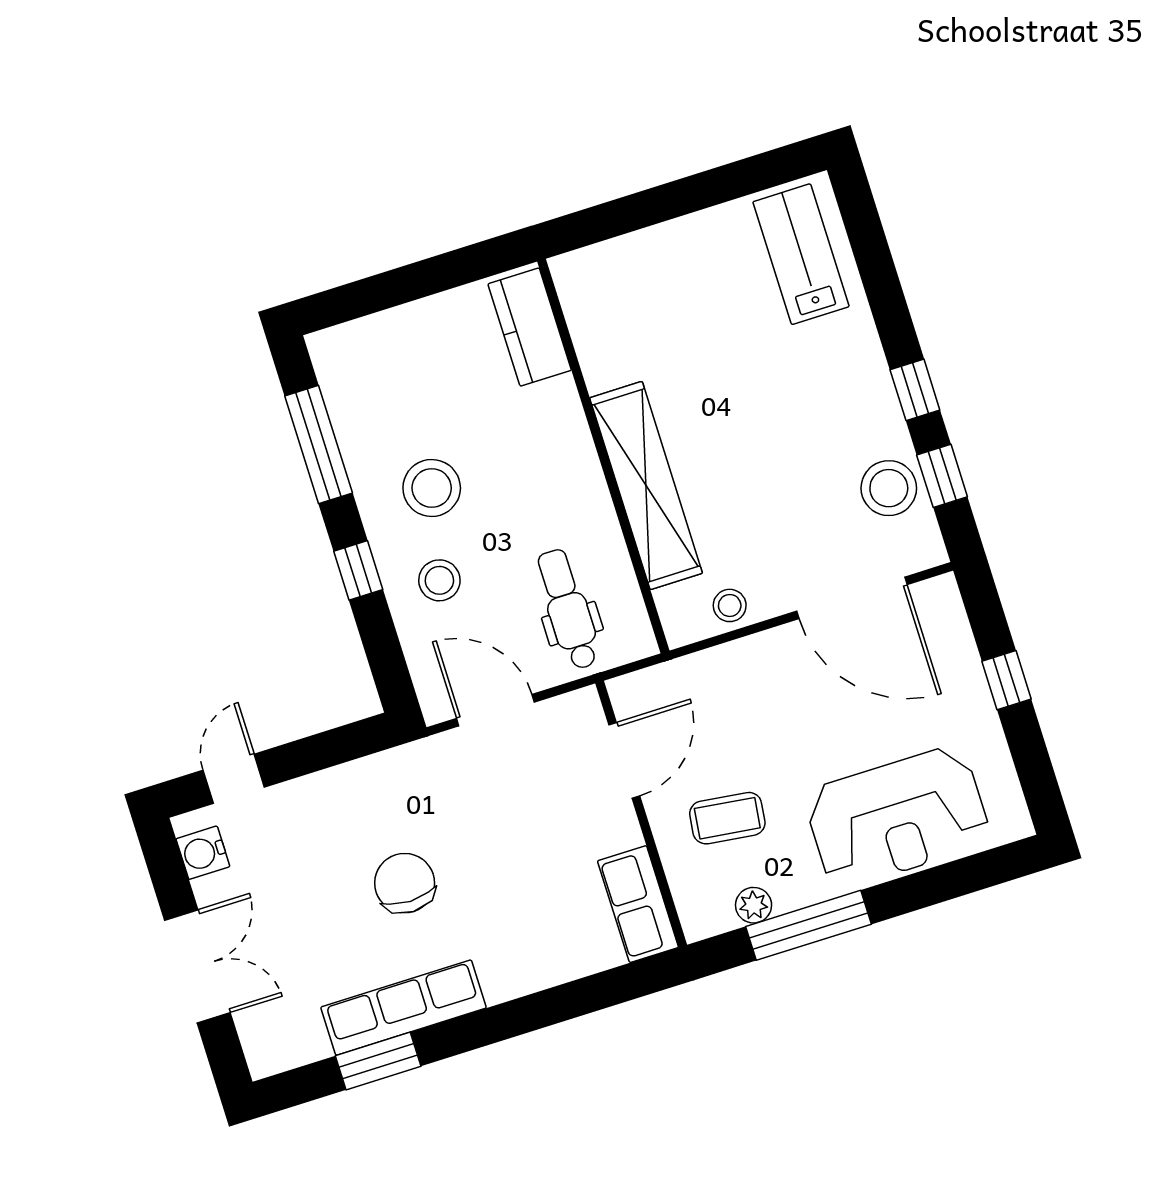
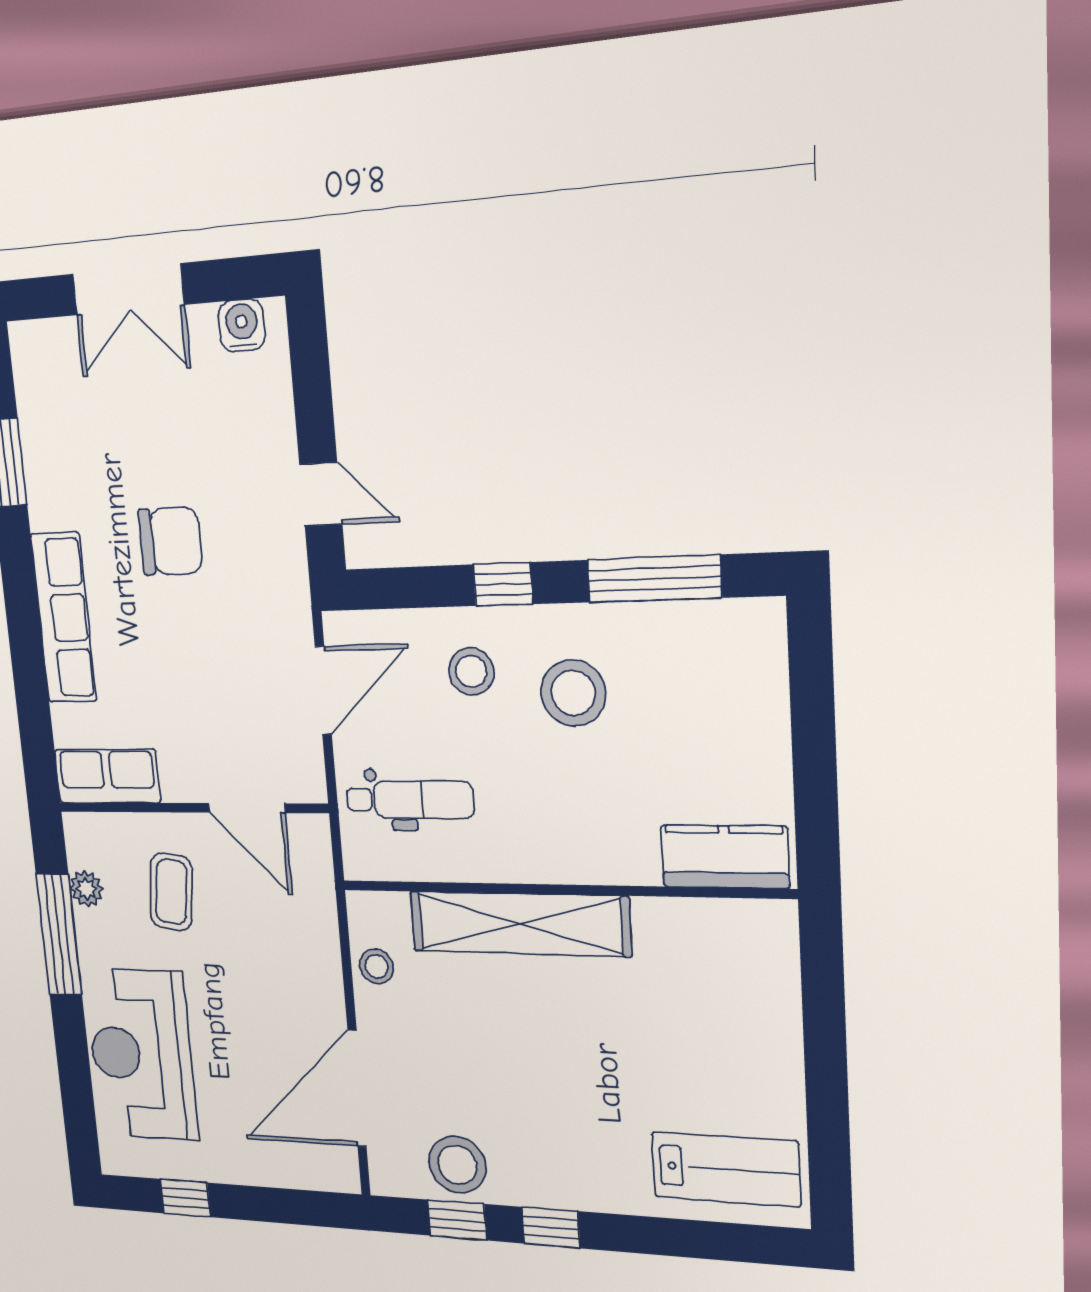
window: (1006, 680) -> (185, 1198), moved
door: (234, 779) -> (321, 494), moved
row of seats: (403, 1008) -> (64, 618), moved

